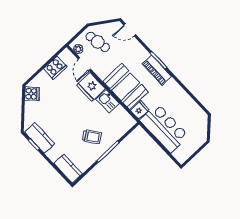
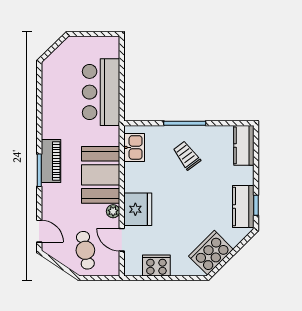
plant: (78, 49) -> (113, 211), moved
door: (84, 64) -> (122, 240), swing flipped
cooker: (32, 94) -> (211, 253), width x1.87, depth x1.31
kitchen sink: (108, 101) -> (134, 147), moved
fridge: (140, 110) -> (109, 136), removed

